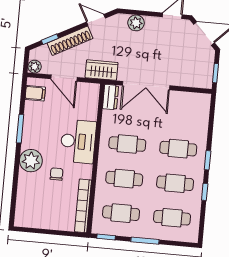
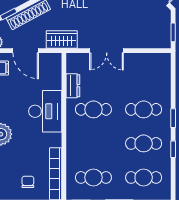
double door: (146, 86) -> (107, 51), width x0.73
dresser: (111, 97) -> (73, 86), moved
chair: (56, 174) -> (28, 182), moved
cafe table: (124, 179) -> (93, 143), removed

